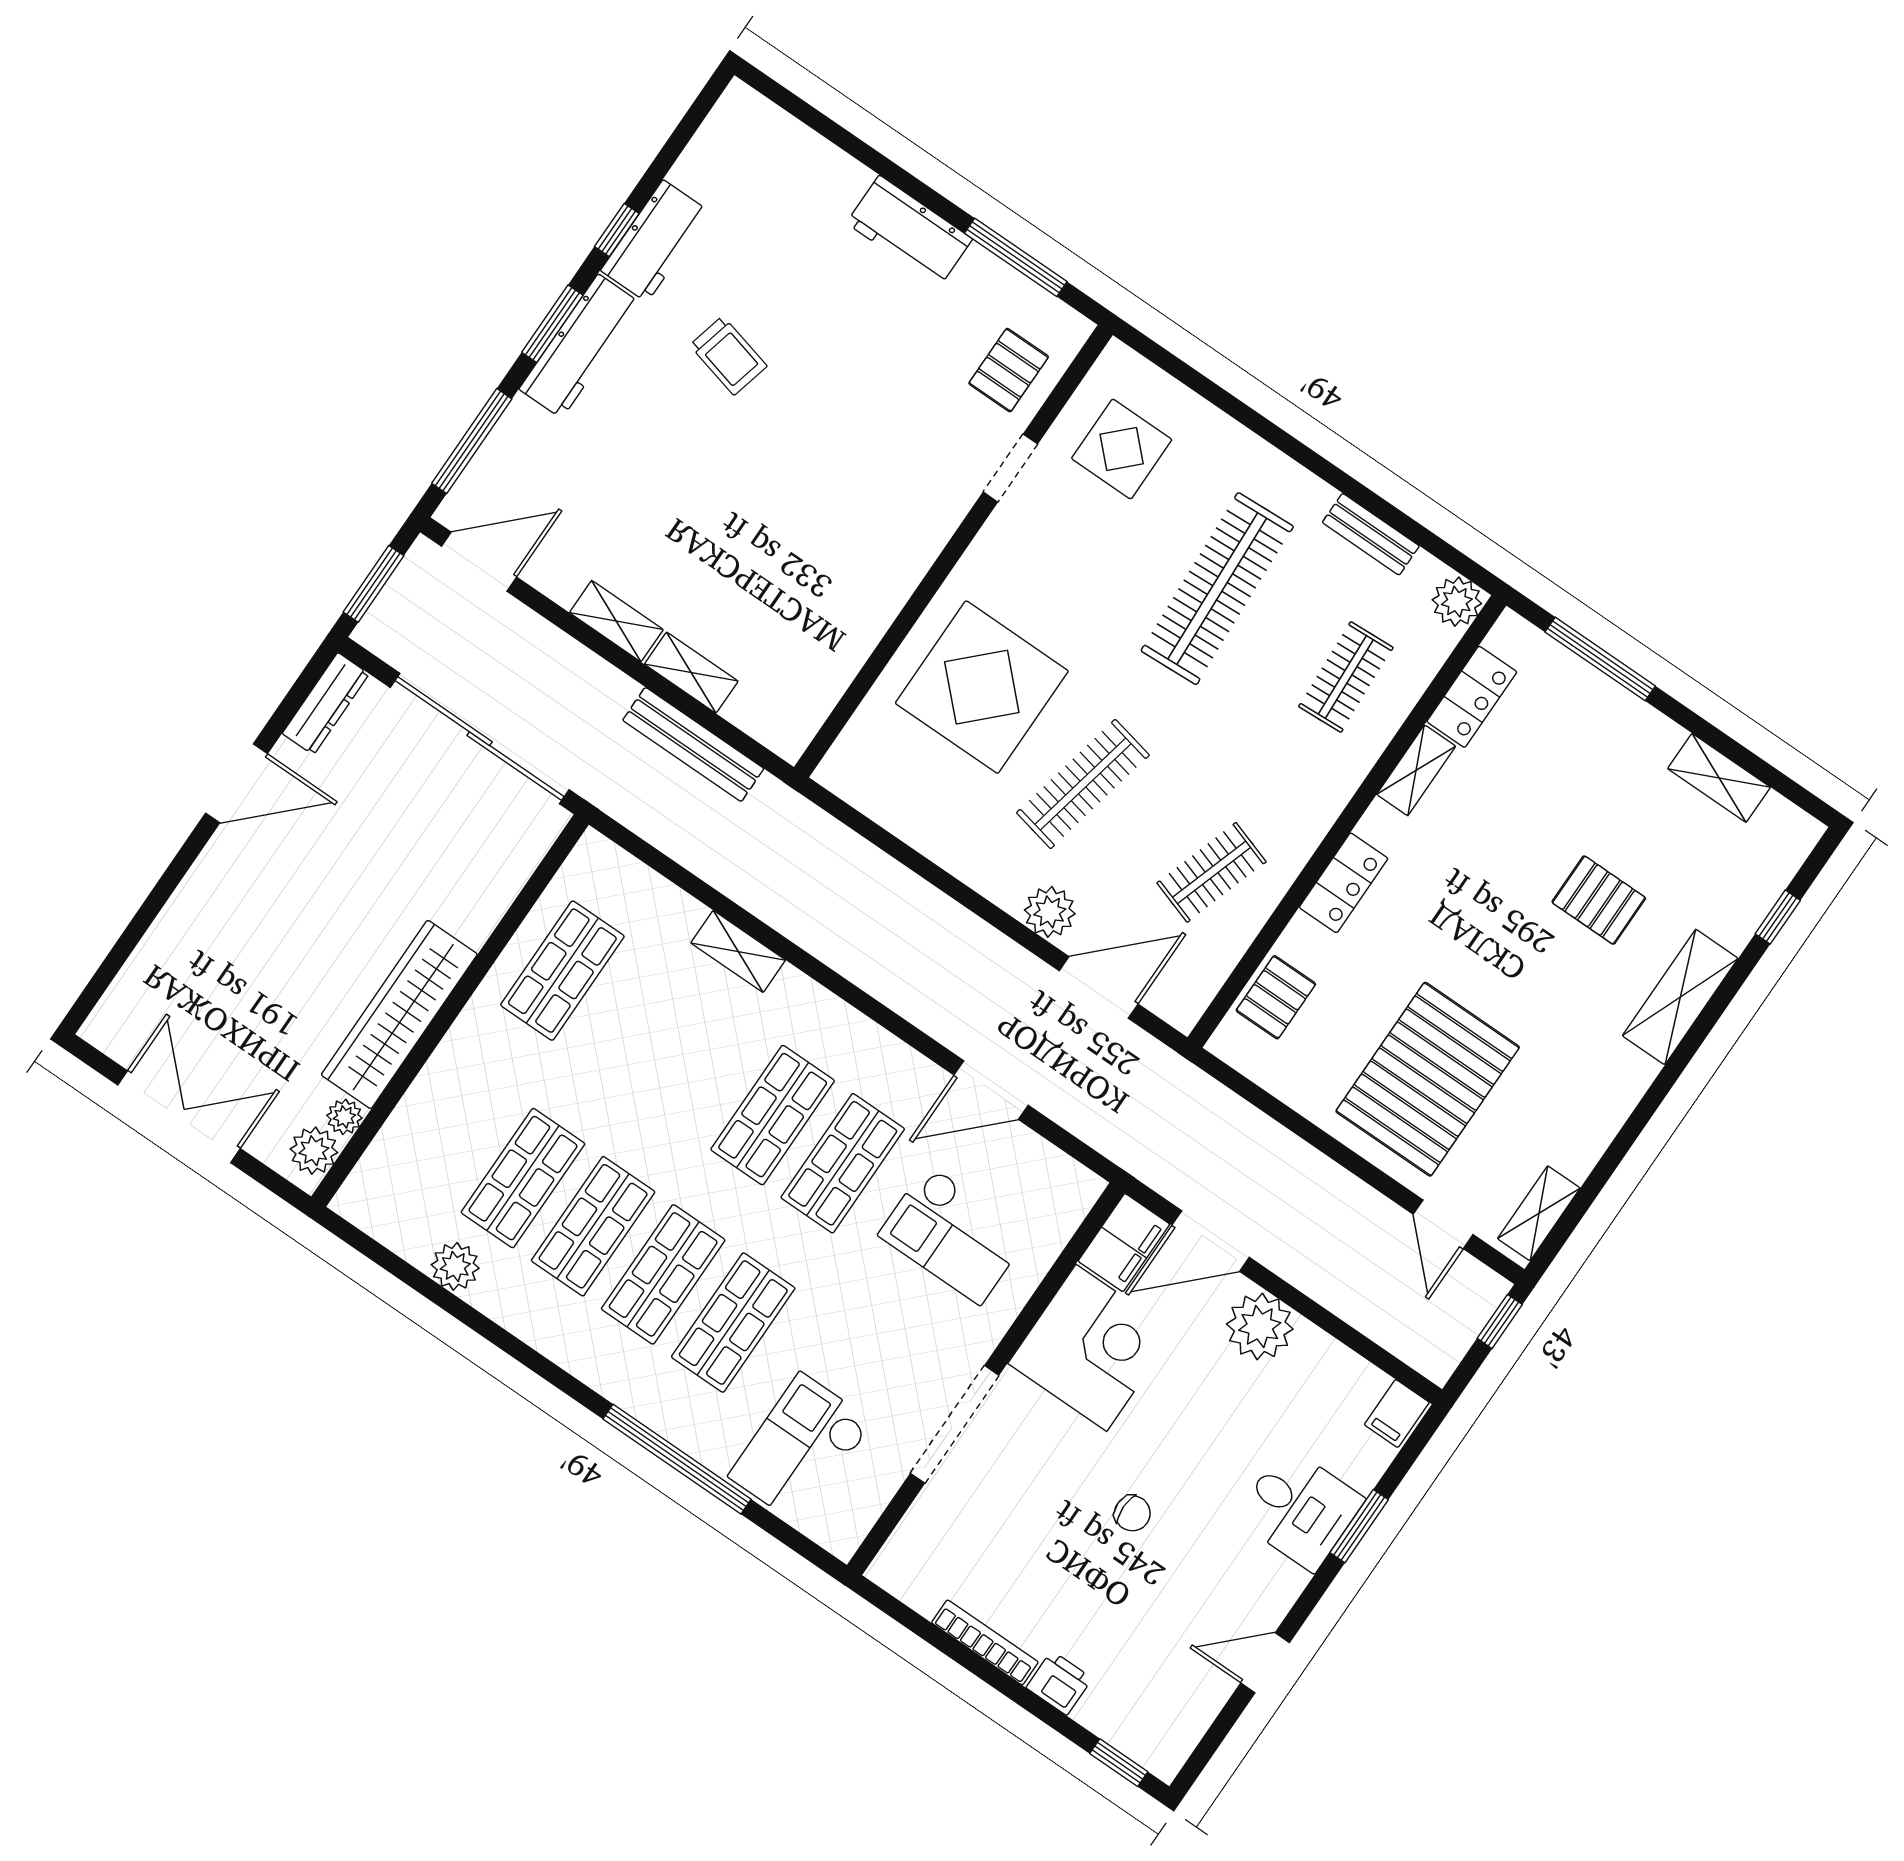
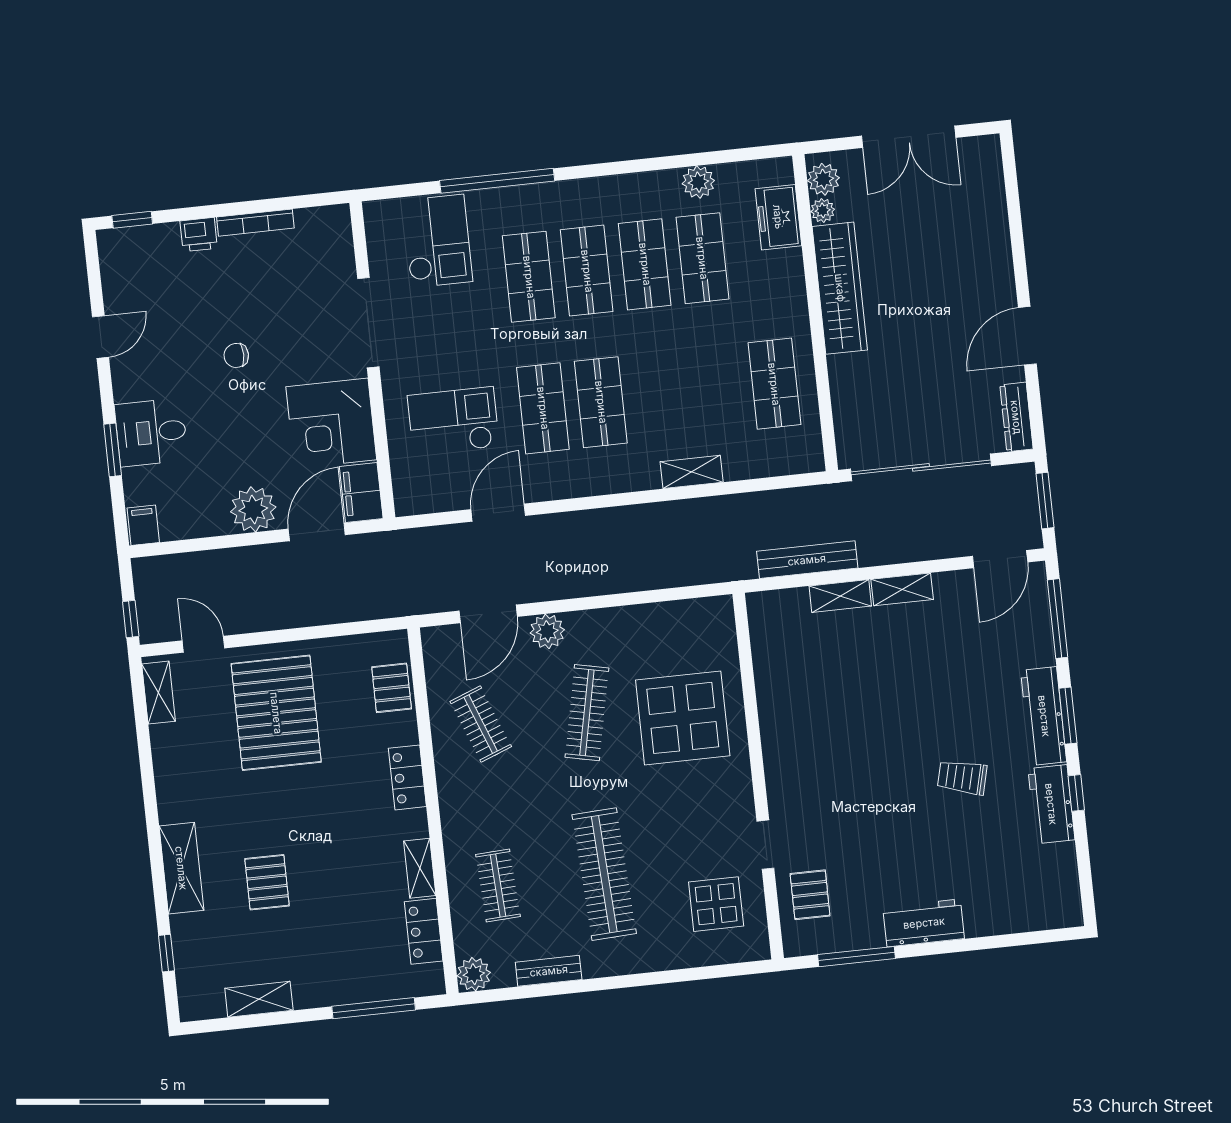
clothes rail: (1212, 872) -> (481, 724), turned -39
pallet: (1599, 900) -> (267, 882), turned 90
freezer: (400, 1151) -> (778, 217), added

